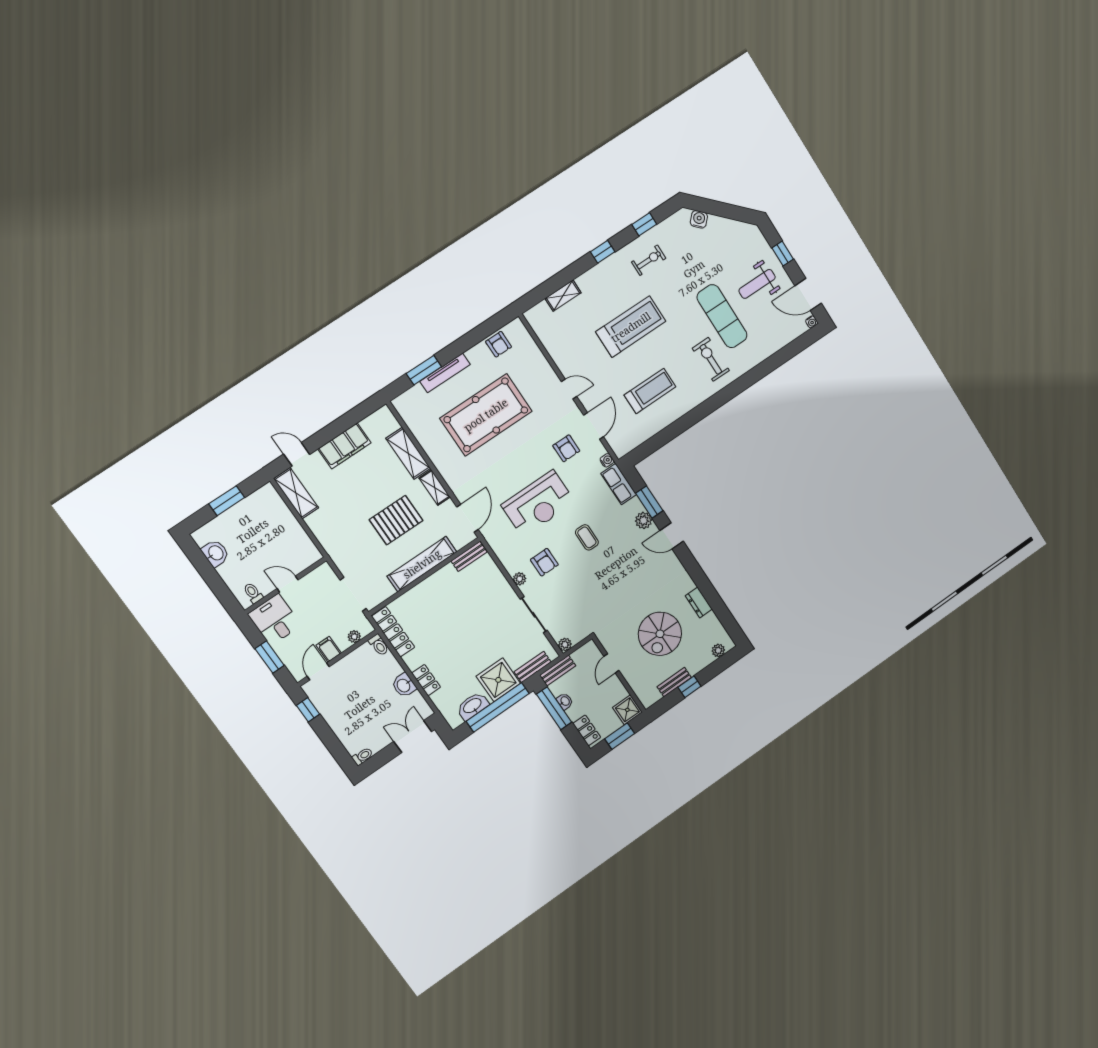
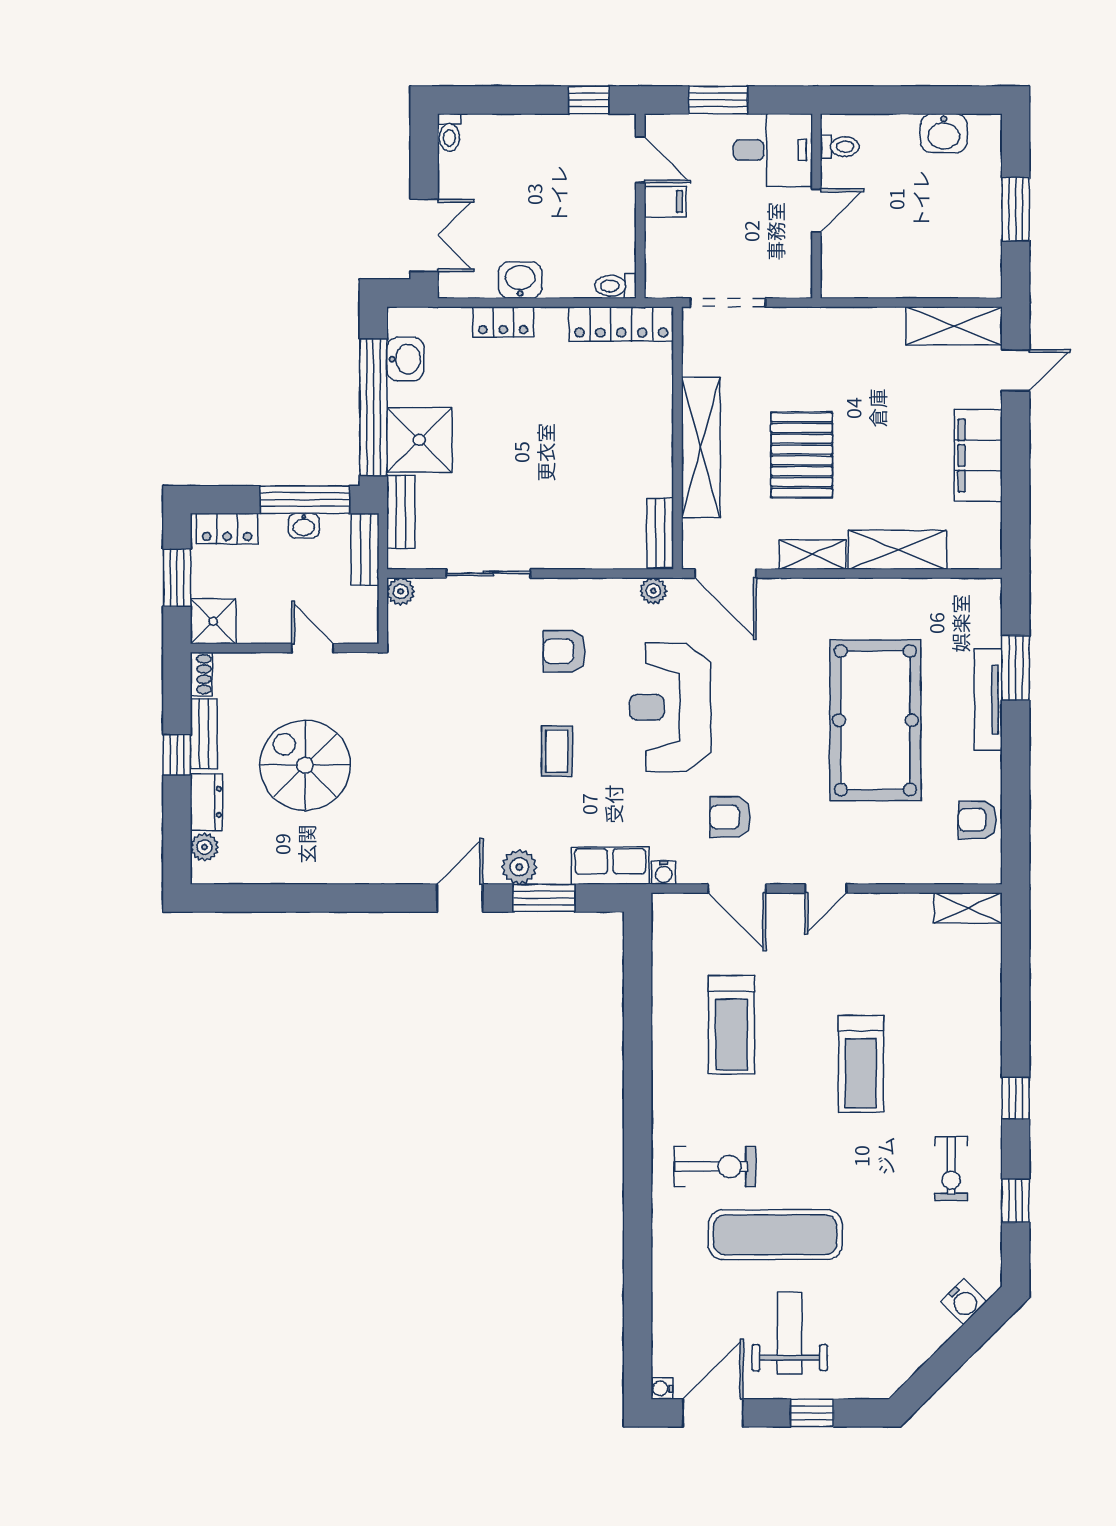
shelving: (563, 296) -> (968, 908), moved, turned 90
treadmill: (631, 327) -> (861, 1064), width x0.73, depth x0.73
coffee table: (587, 537) -> (557, 751), turned 90
plant: (520, 579) -> (653, 591), moved
dresser: (699, 602) -> (206, 802), moved, turned 90
plant: (354, 637) -> (657, 256), removed
shoe rack: (651, 700) -> (201, 674), added
washbasin: (473, 706) -> (405, 359), width x0.72

